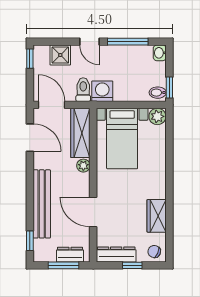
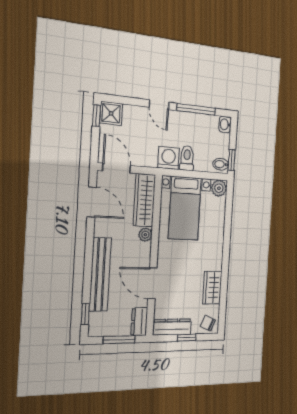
shower: (60, 55) -> (111, 113), moved
toilet: (83, 90) -> (187, 158), moved
dresser: (70, 255) -> (139, 322), moved, turned -90

